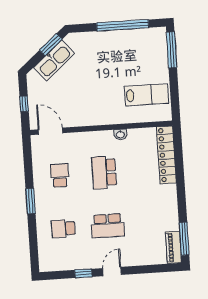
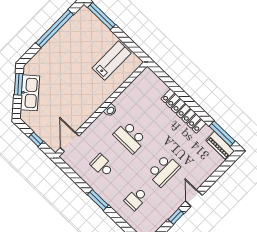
door: (50, 131) -> (70, 142), hinge flipped
washbasin: (120, 134) -> (110, 110), moved
locker: (166, 155) -> (183, 111), moved

